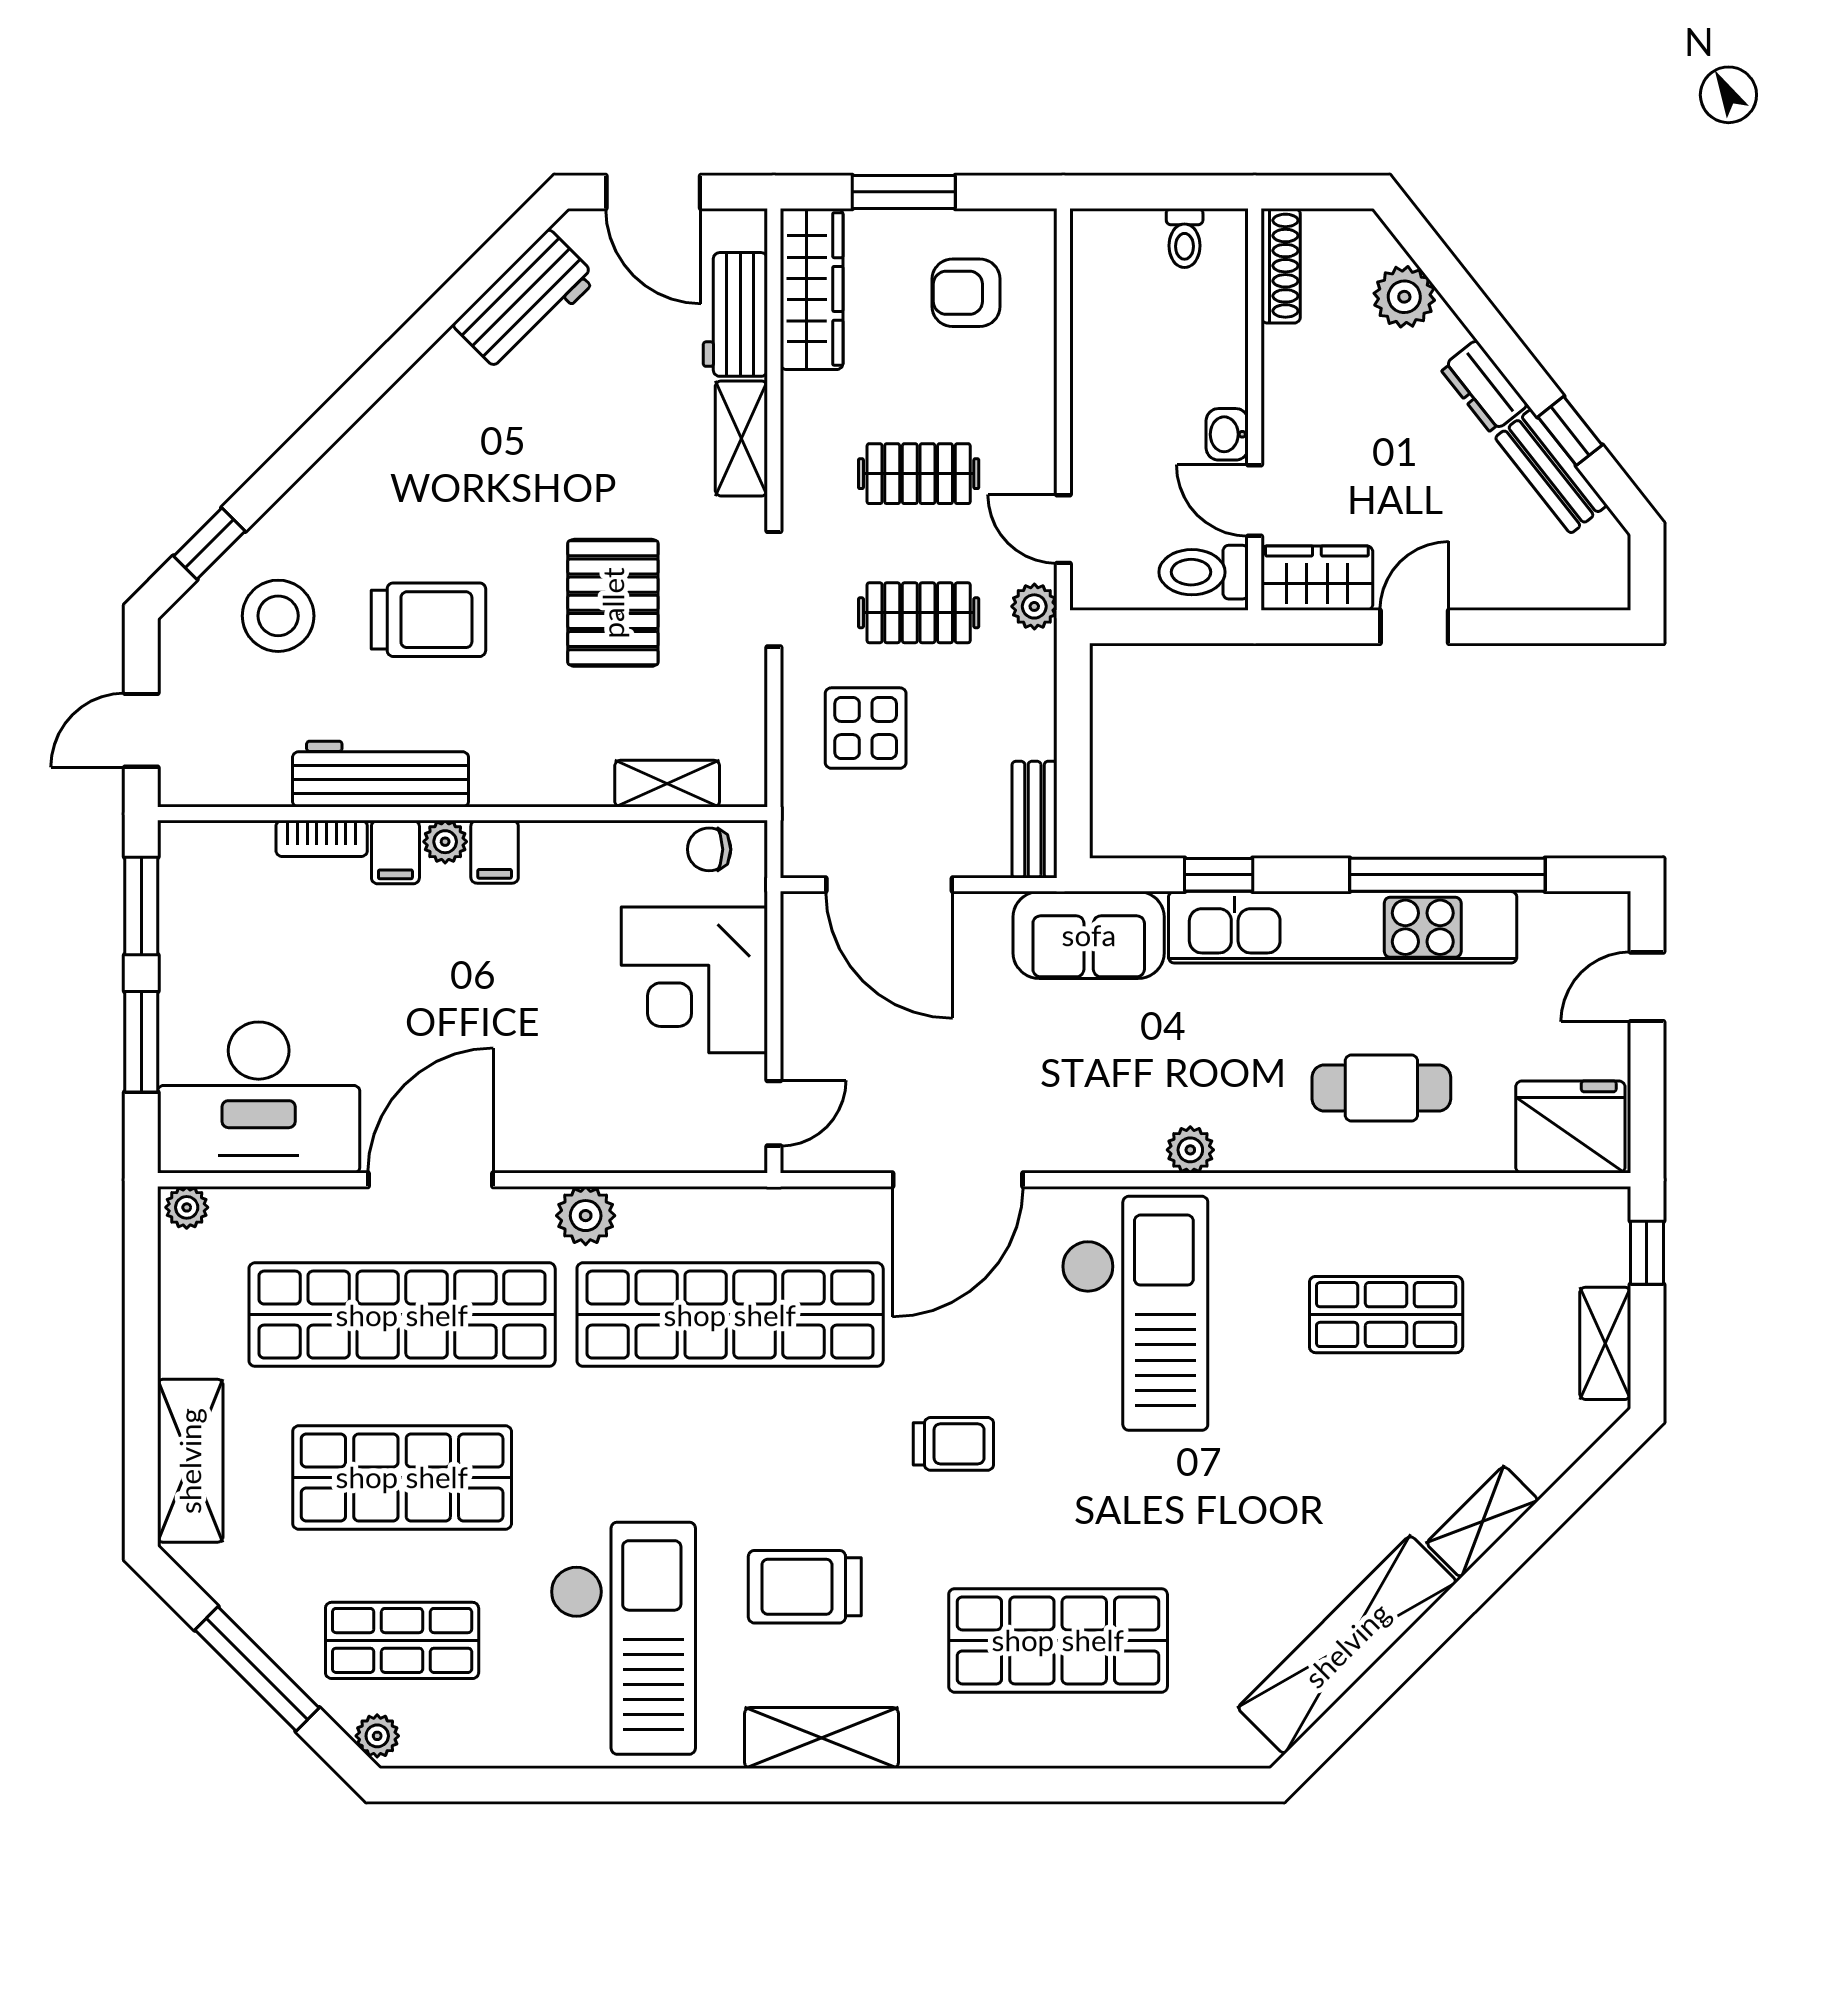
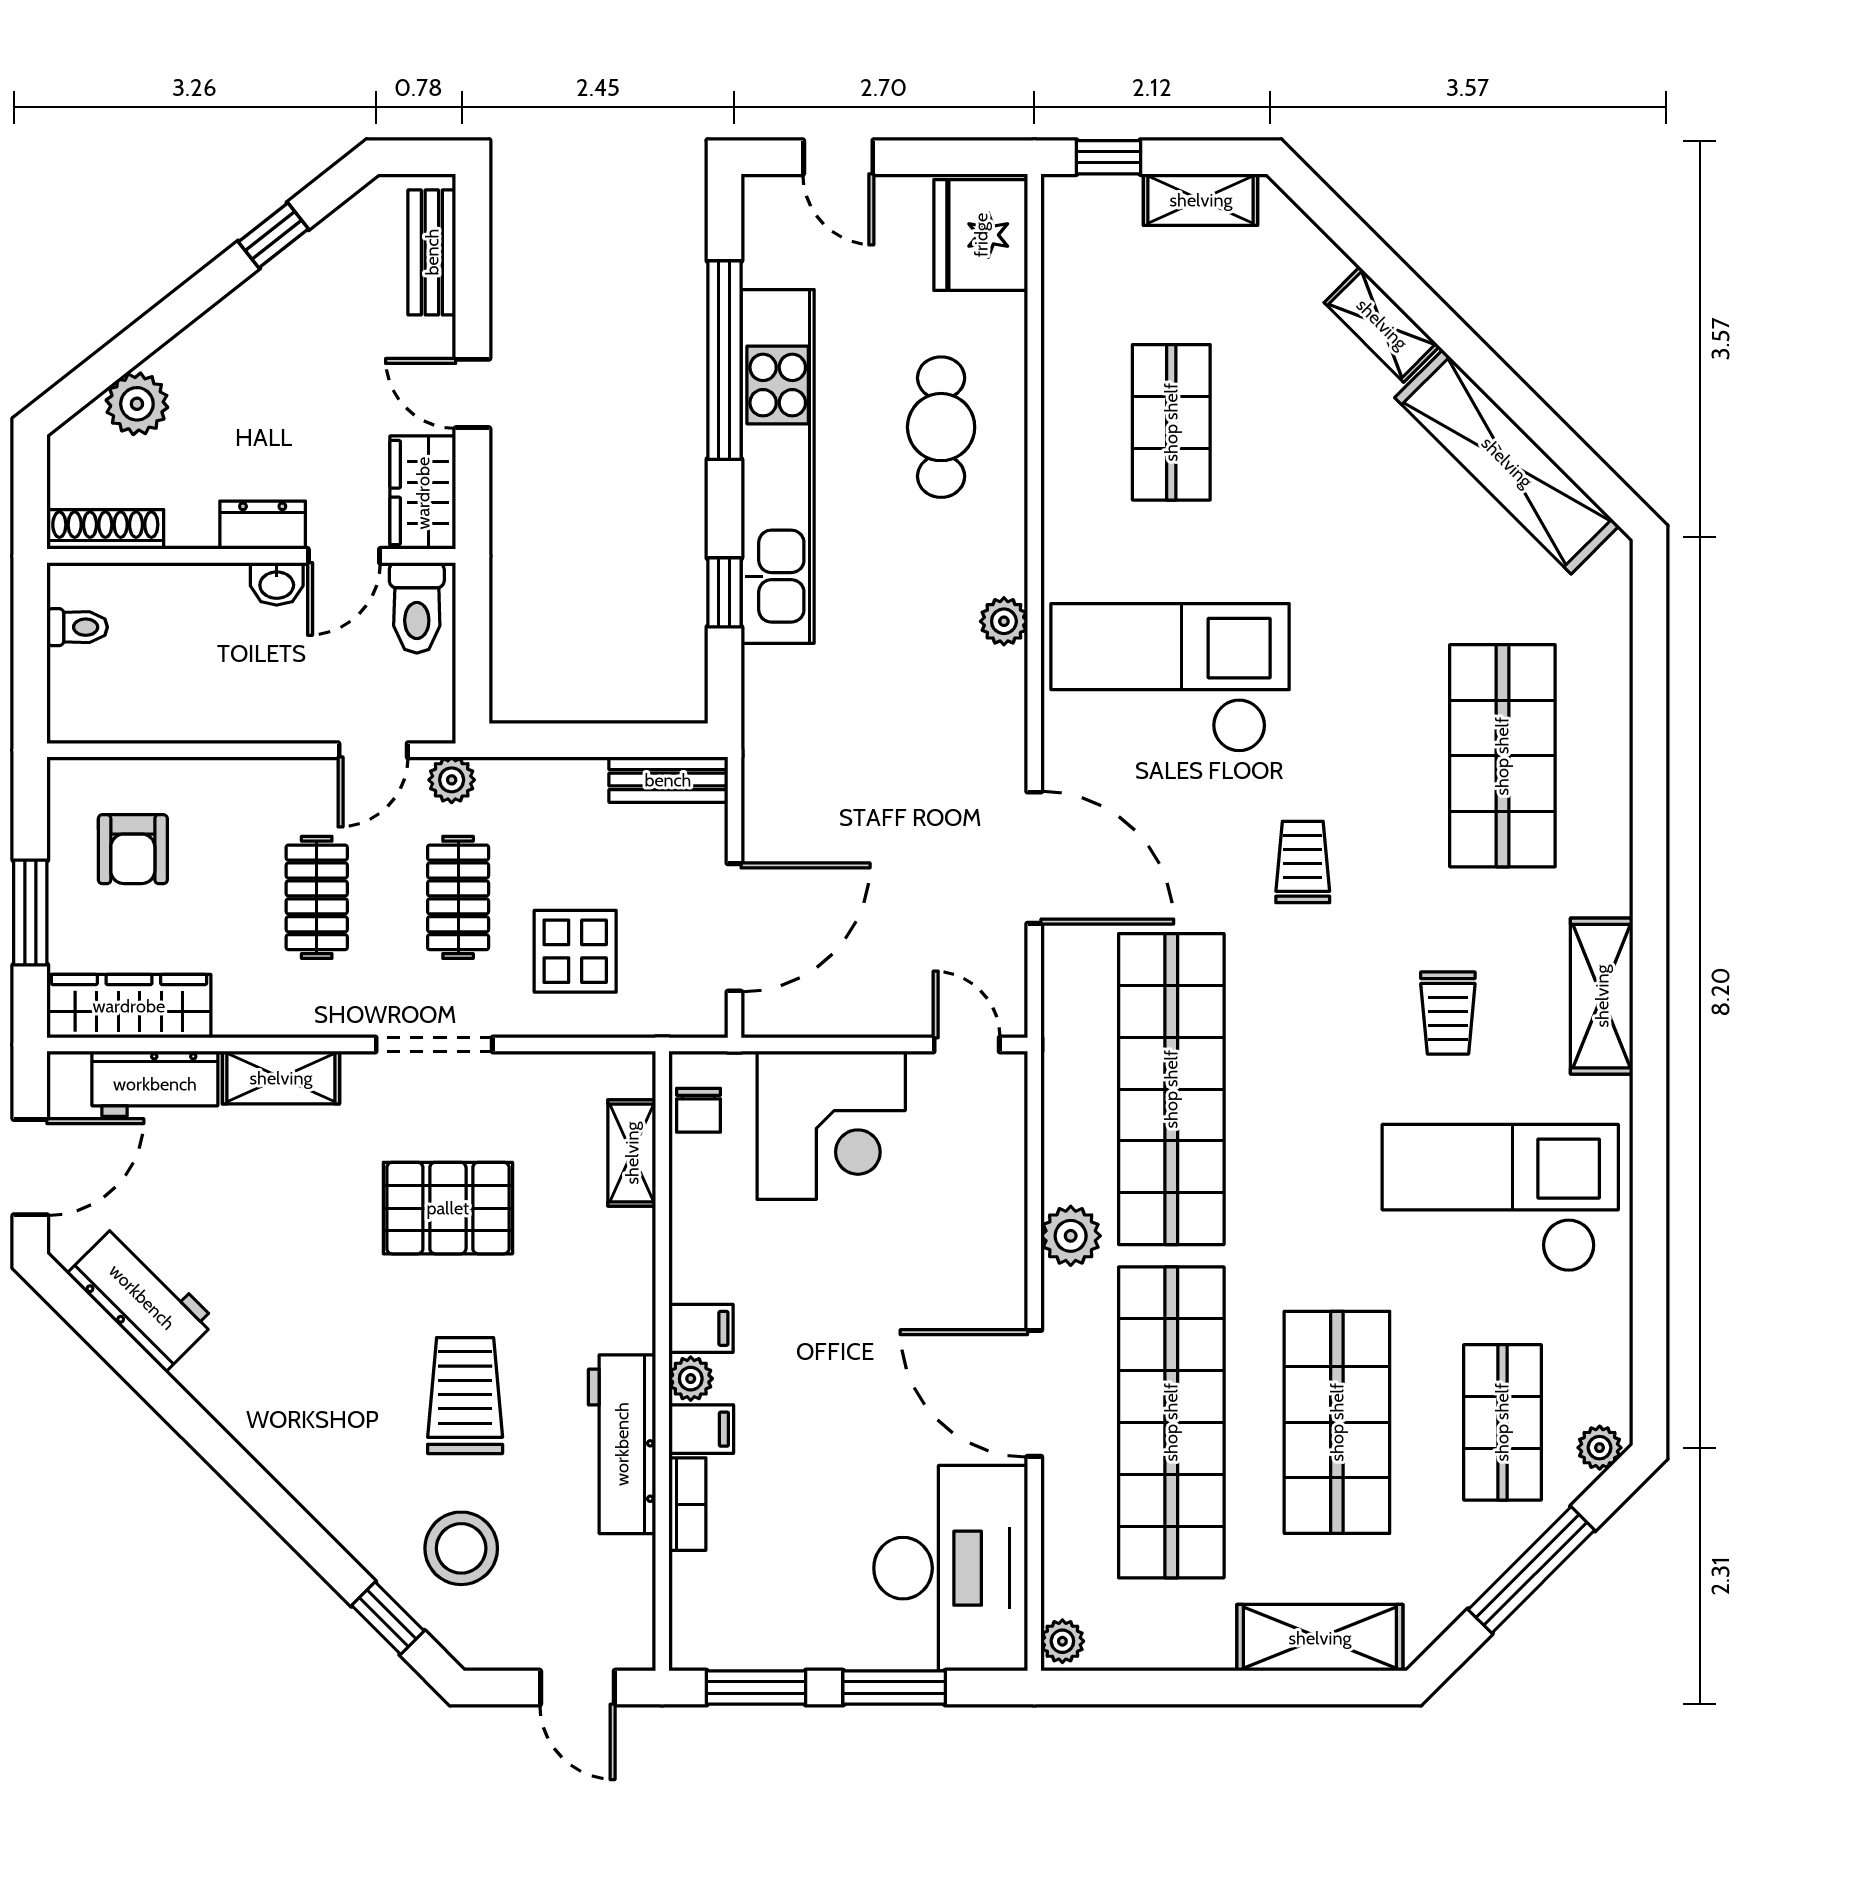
dresser: (1484, 387) -> (263, 525), moved, turned -142
bench: (1551, 471) -> (432, 252), moved, turned -52
sofa: (1089, 935) -> (786, 725), removed
trolley: (805, 1587) -> (1448, 1013), width x0.73, depth x0.72

